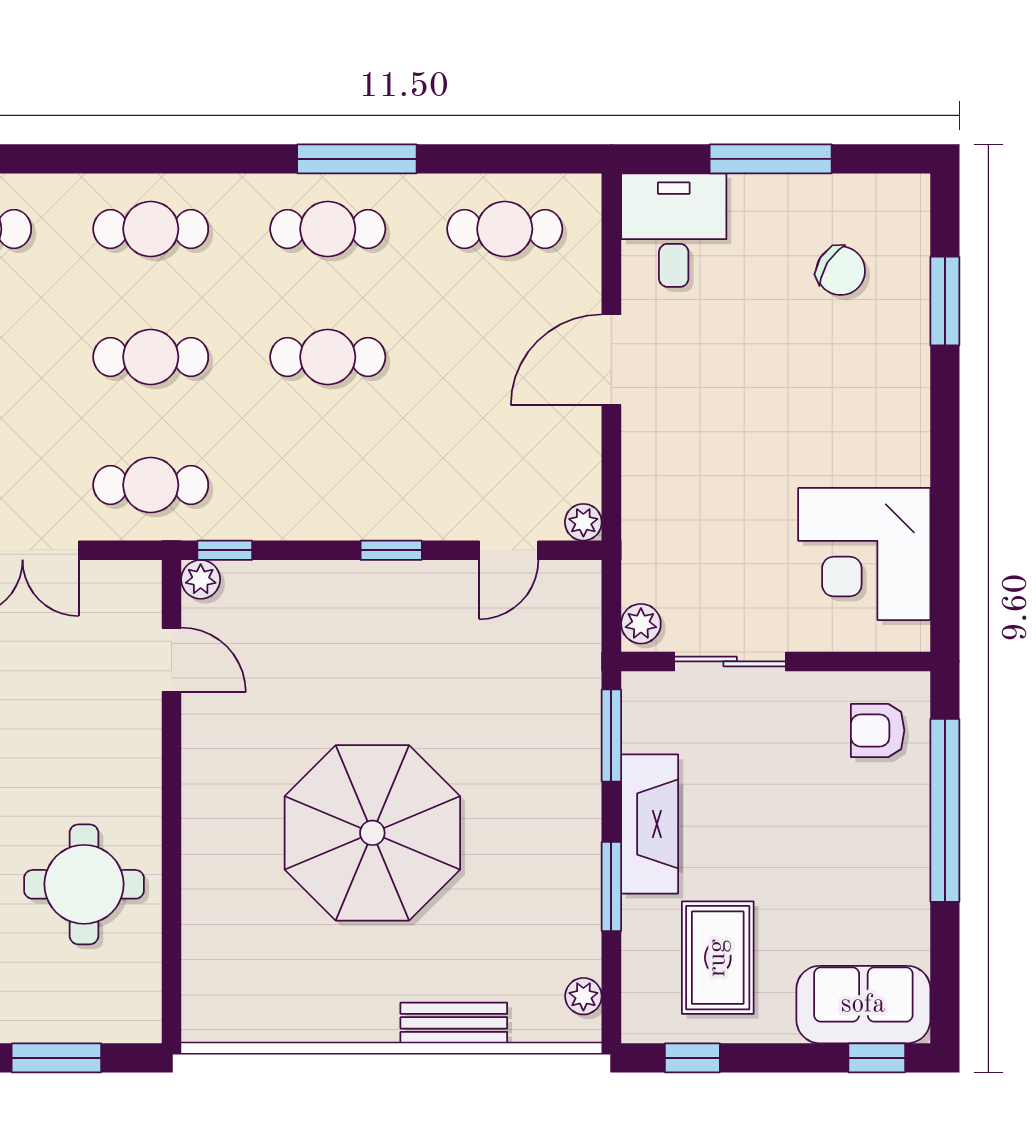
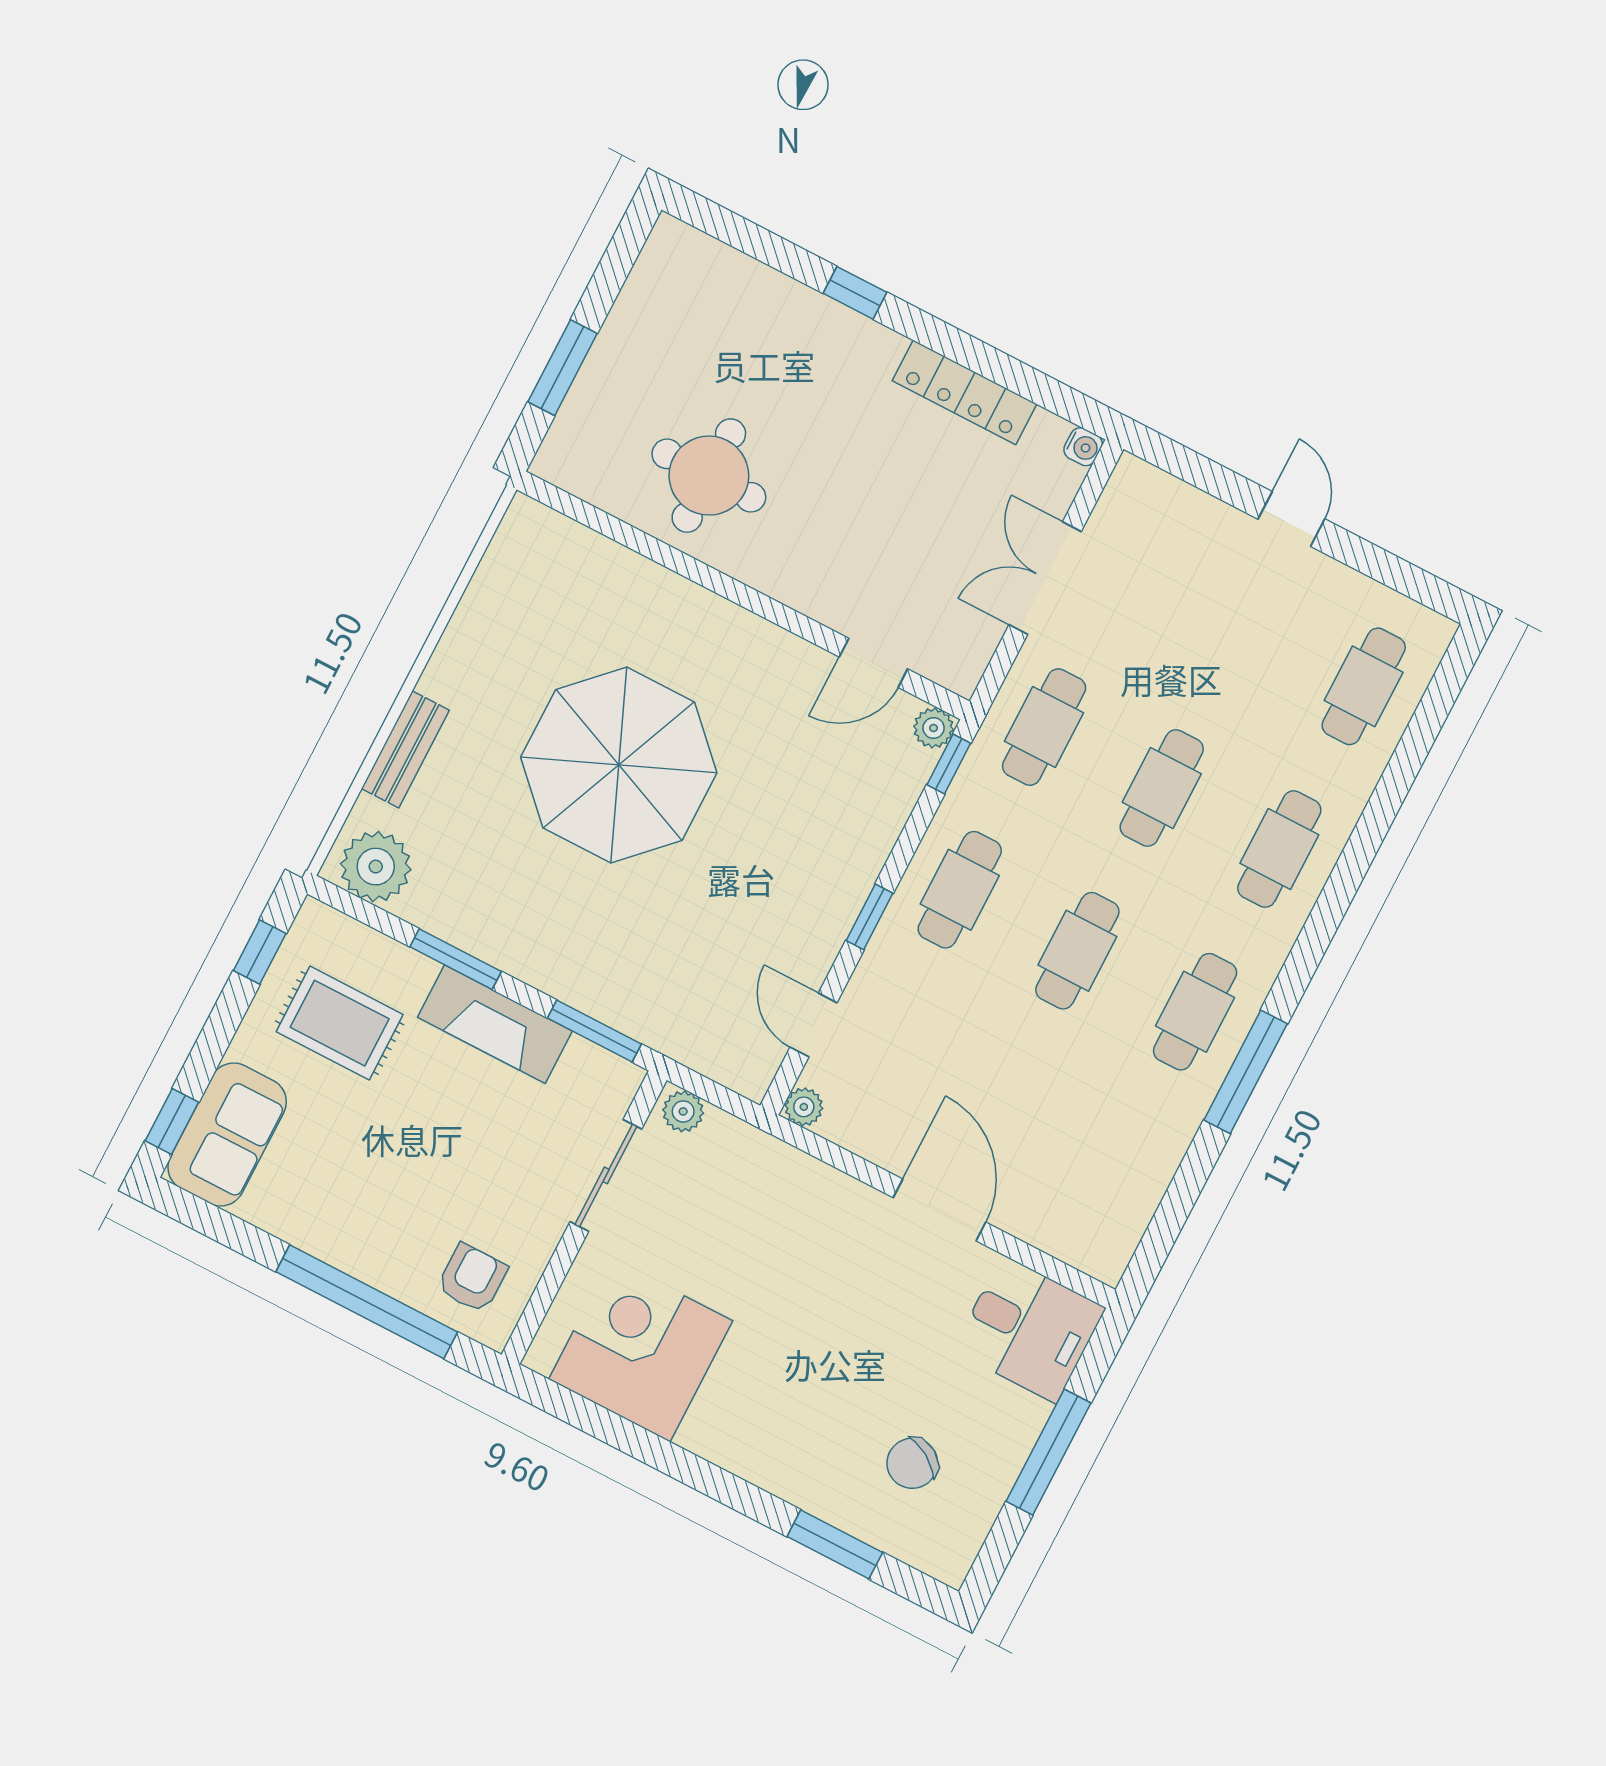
cafe table: (505, 229) -> (960, 890), moved
plant: (583, 996) -> (376, 867), width x1.88, depth x1.88

